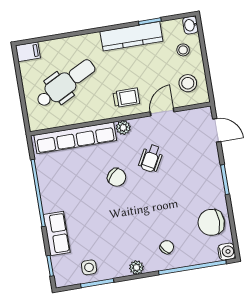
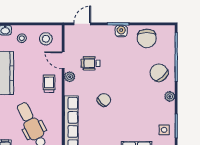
plant: (123, 128) -> (70, 77), moved
wheelchair: (151, 158) -> (91, 63), moved, turned 151
chair: (167, 247) -> (159, 73), width x1.87, depth x1.87
water cooler: (227, 252) -> (121, 31), moved

